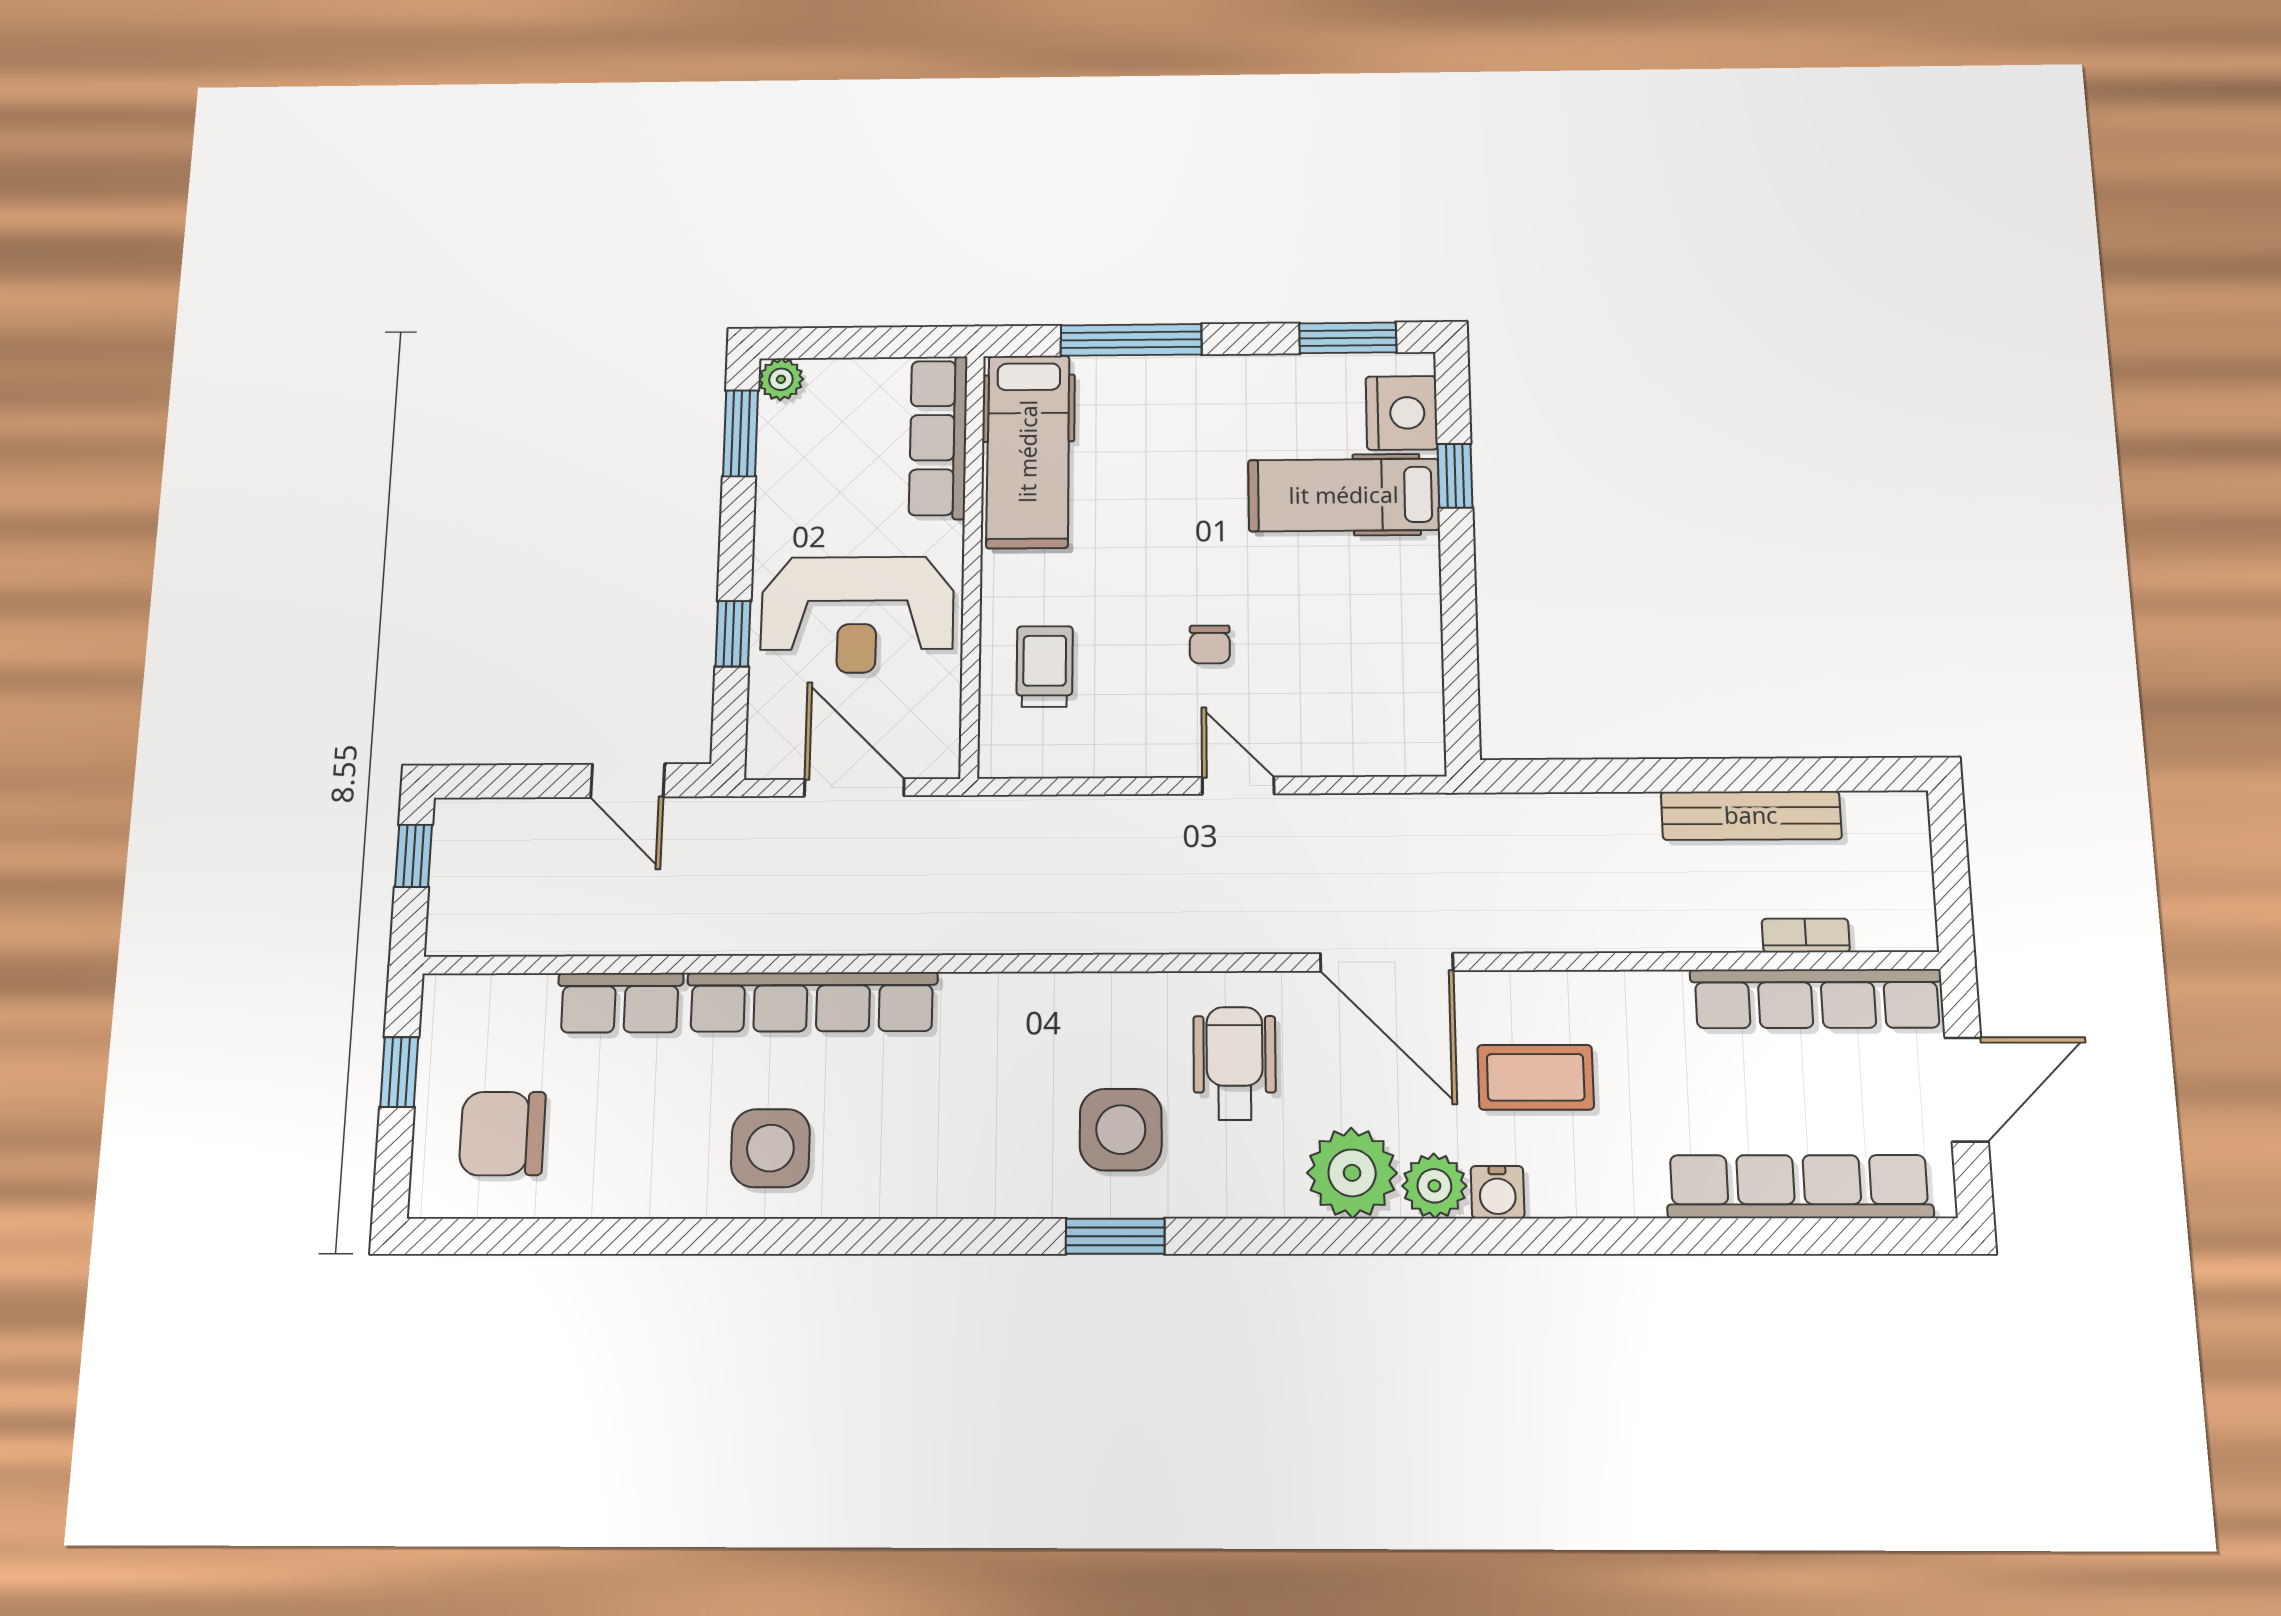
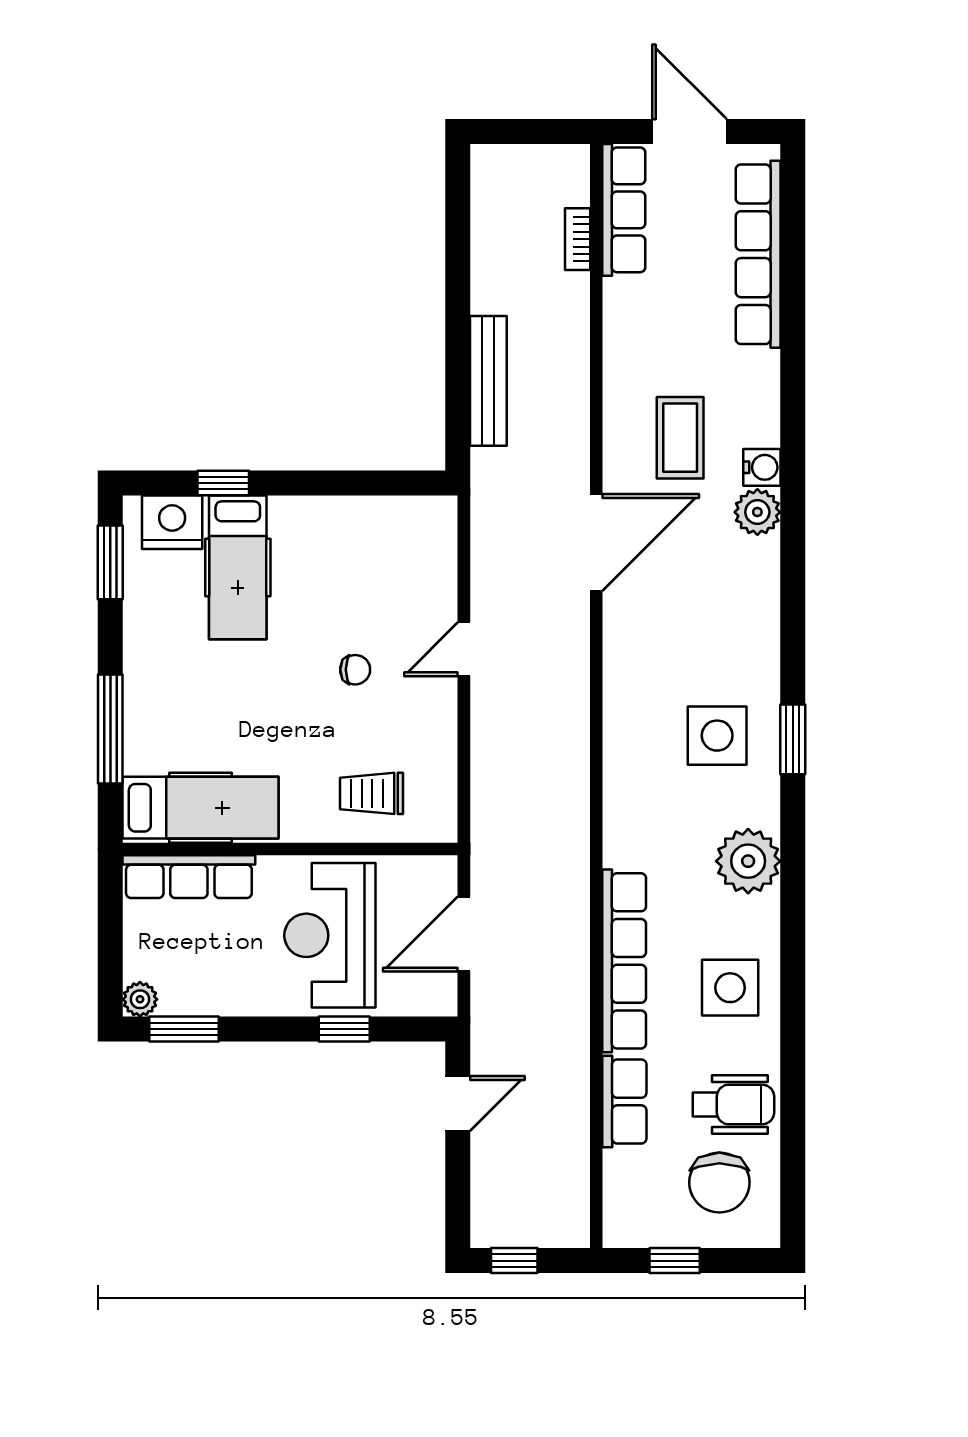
reception desk: (857, 615) -> (330, 935), turned 180
bench: (1751, 815) -> (488, 381), moved
row of seats: (1817, 999) -> (624, 210), width x0.73
wheelchair: (1235, 1063) -> (733, 1104), moved, turned 180
plant: (1352, 1173) -> (748, 861), moved

